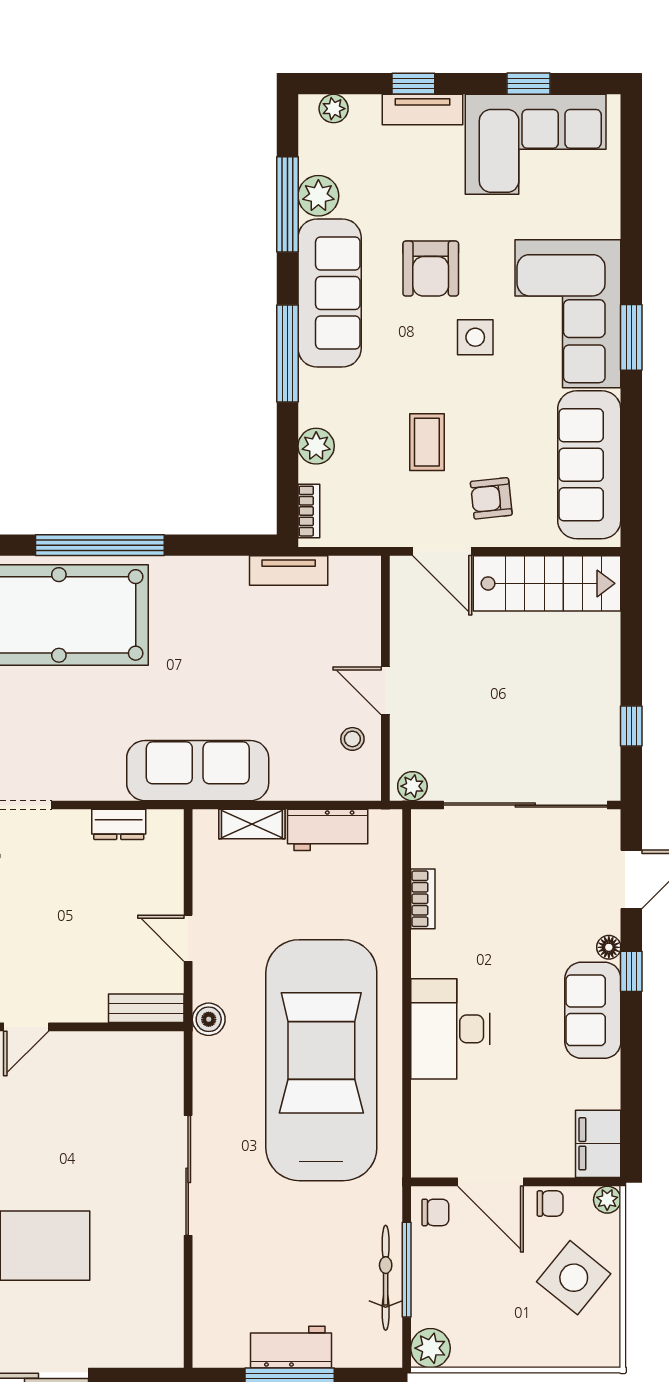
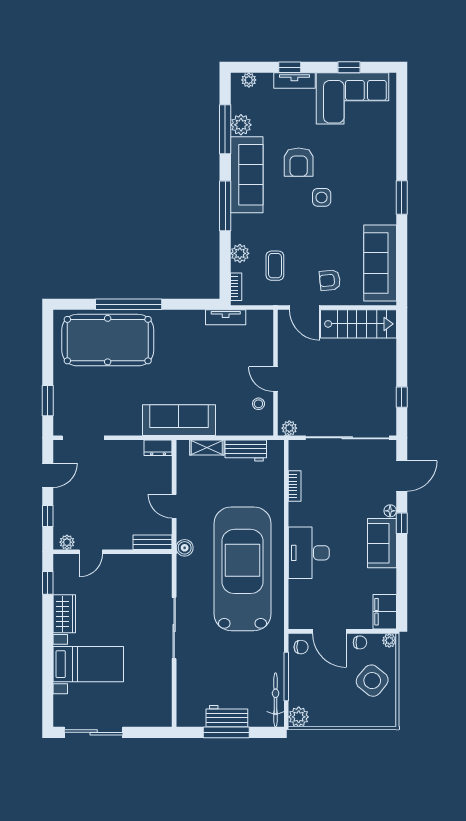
corner sofa: (568, 314) -> (369, 185), removed
coffee table: (427, 442) -> (275, 266), moved
dresser: (119, 824) -> (158, 448), moved
bicycle: (386, 1278) -> (276, 700), moved

